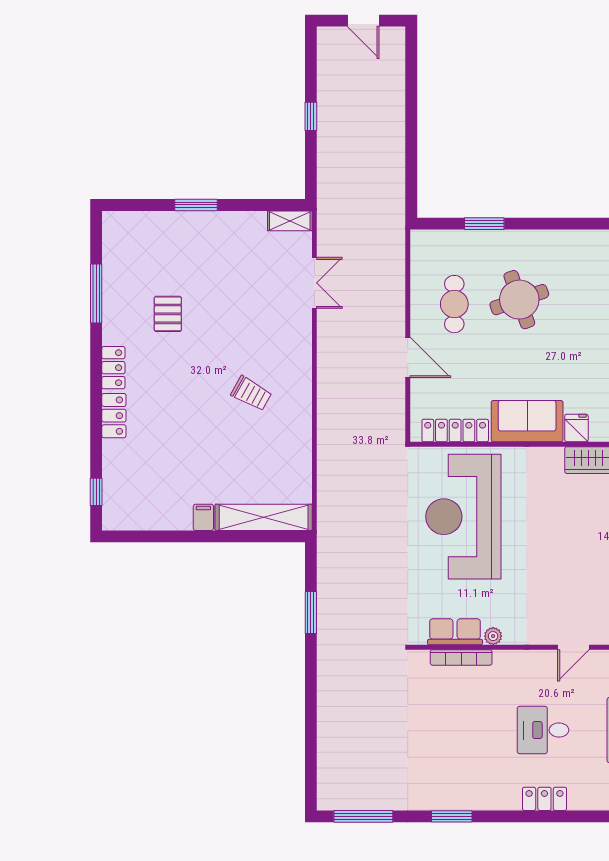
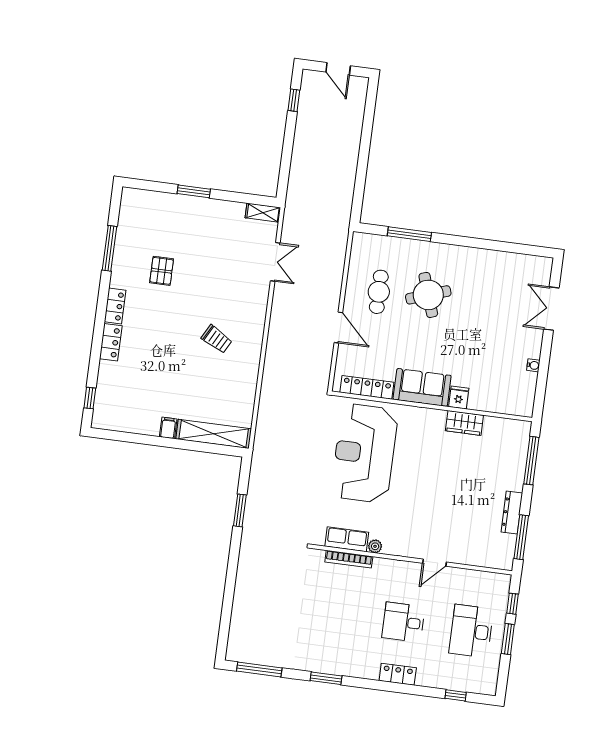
window: (311, 116) -> (294, 100), moved
window: (484, 224) -> (409, 234), width x1.44

